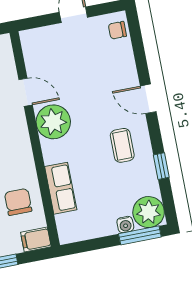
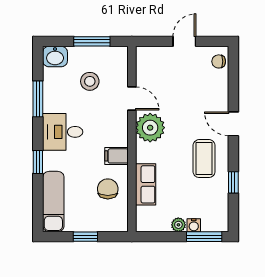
coffee table: (122, 145) -> (204, 159), width x1.36, depth x1.30
plant: (149, 212) -> (178, 225), moved, width x0.53, depth x0.53
filing cabinet: (36, 240) -> (116, 156), moved

